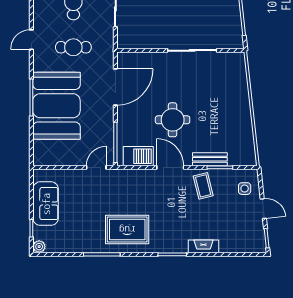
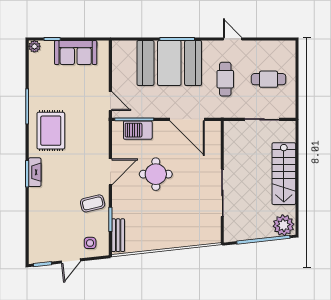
barbecue: (138, 156) -> (138, 130), moved, turned 90
bench: (210, 159) -> (118, 235), moved
fireplace: (203, 246) -> (35, 172), moved

